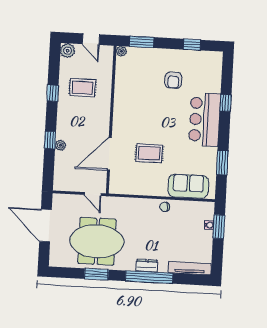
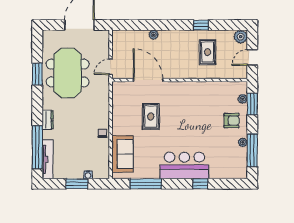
window: (192, 45) -> (252, 150), width x2.17
plant: (121, 51) -> (243, 99), moved
plant: (183, 54) -> (243, 142), added
armchair: (173, 80) -> (231, 121), moved, turned 180
window: (50, 140) -> (158, 25), removed
window: (222, 163) -> (146, 184), width x1.44
window: (219, 227) -> (77, 184), moved
window: (149, 277) -> (37, 147), moved

